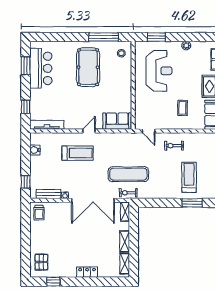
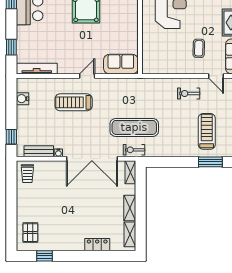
door: (149, 131) -> (216, 76), moved
treadmill: (78, 153) -> (74, 102), turned 180
locker: (87, 272) -> (97, 245), moved

